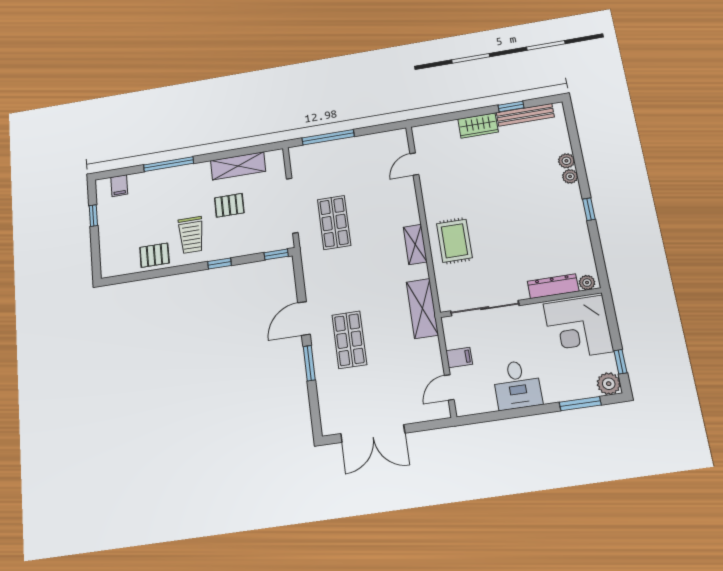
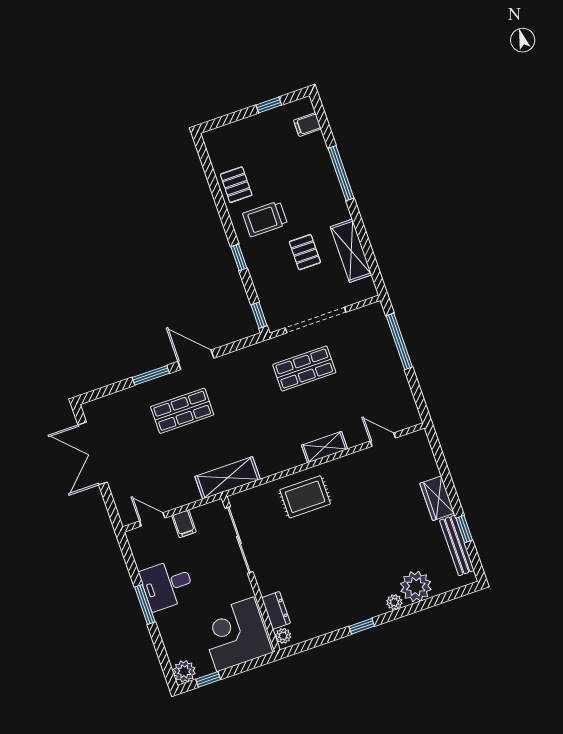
plant: (566, 161) -> (416, 587), width x1.87, depth x1.87
shelving: (415, 244) -> (325, 447), moved
dresser: (553, 286) -> (276, 610), width x0.70
window: (580, 404) -> (145, 604), moved

